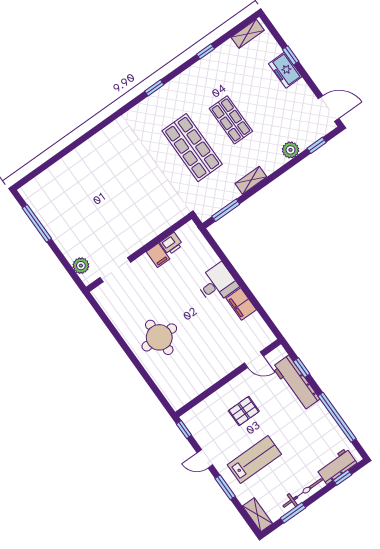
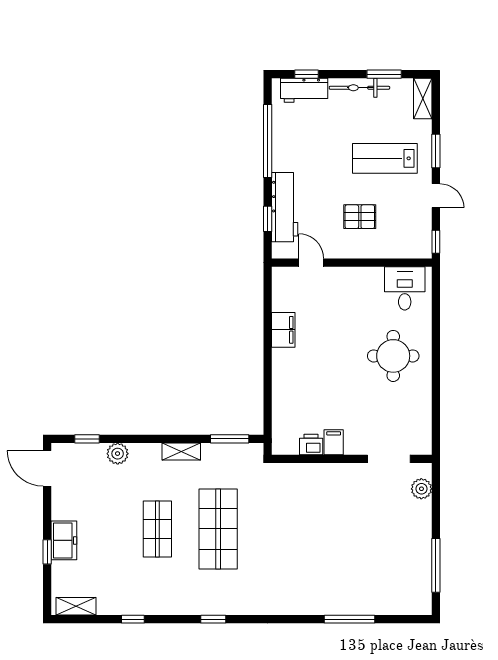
window: (67, 150) -> (350, 619), added
desk: (217, 284) -> (405, 288), moved, turned 90

